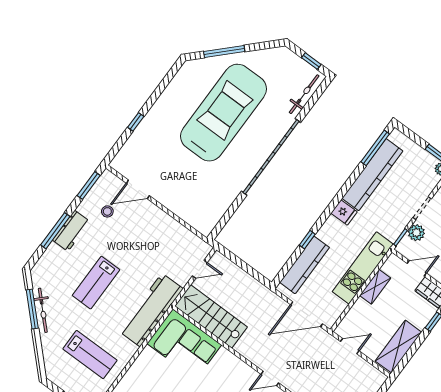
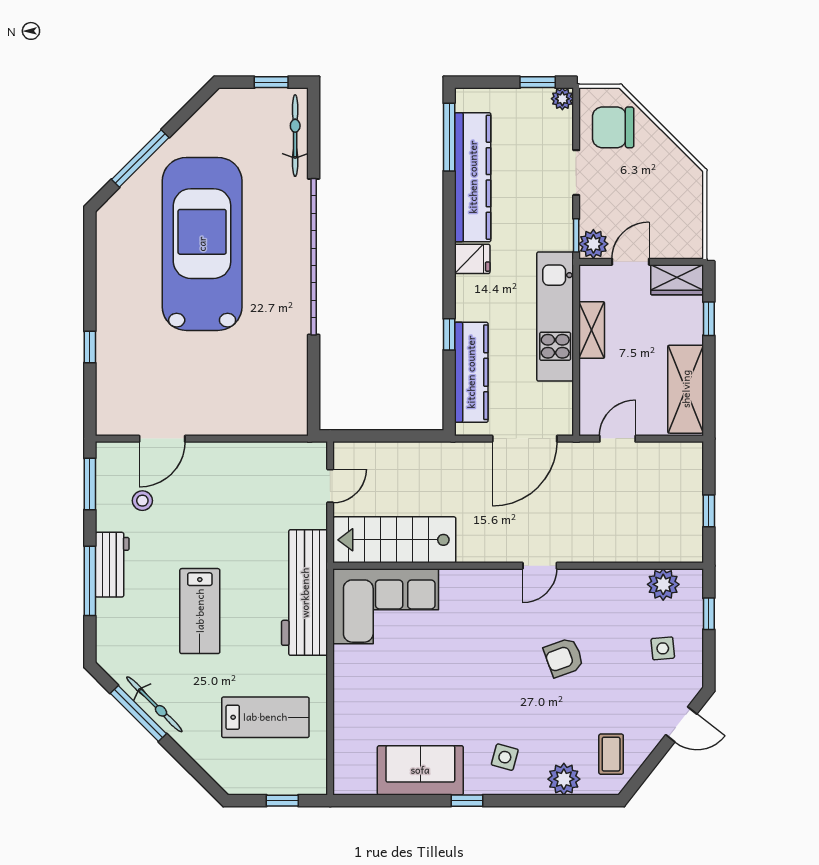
plant: (416, 233) -> (593, 244), moved

